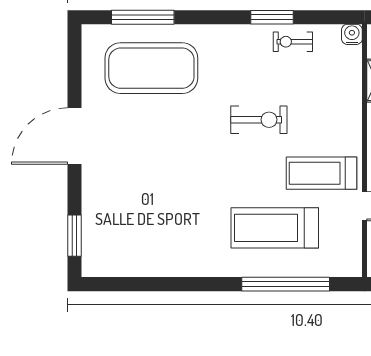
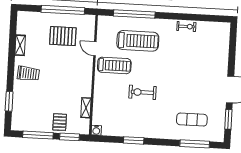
exercise bike: (293, 42) -> (186, 26), moved
exercise mat: (151, 68) -> (192, 120), width x0.50, depth x0.69
window: (75, 236) -> (228, 119), moved

